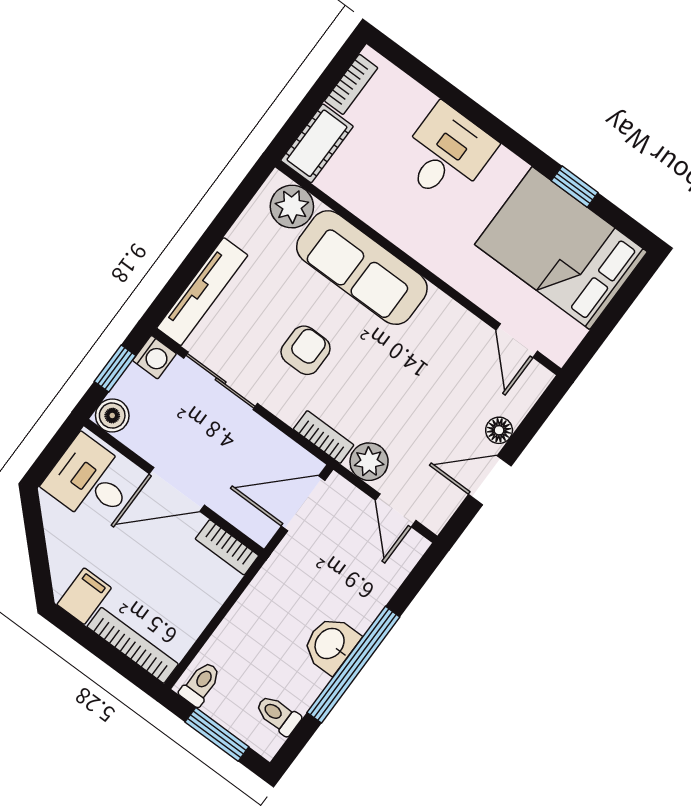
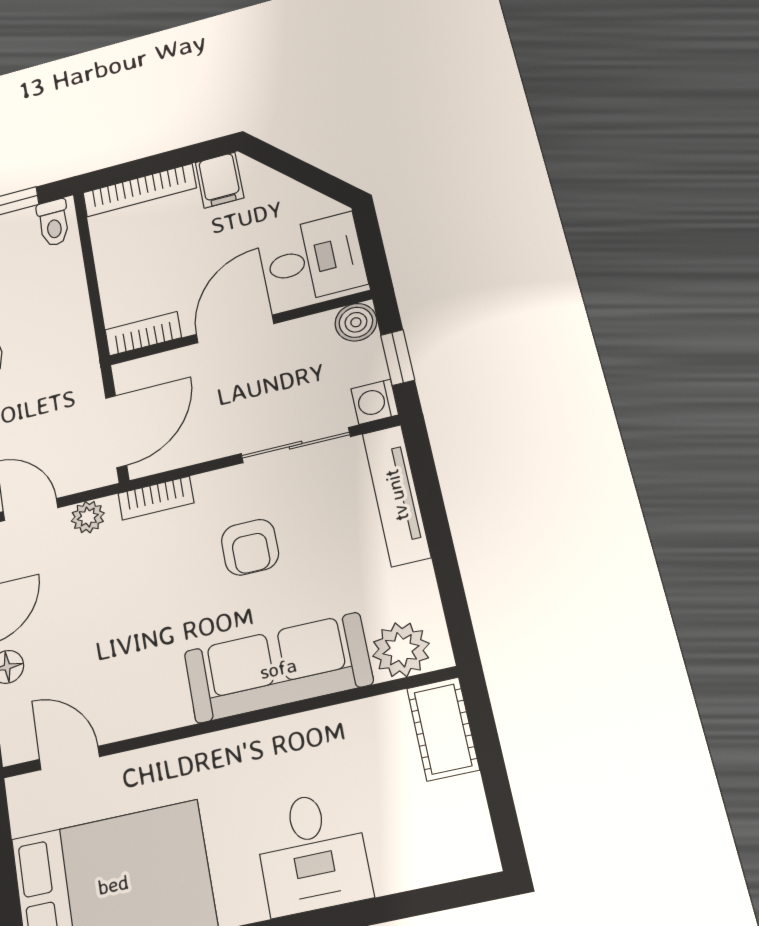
bookcase: (351, 84) -> (473, 817), removed
plant: (369, 462) -> (88, 517), width x0.73, depth x0.73

